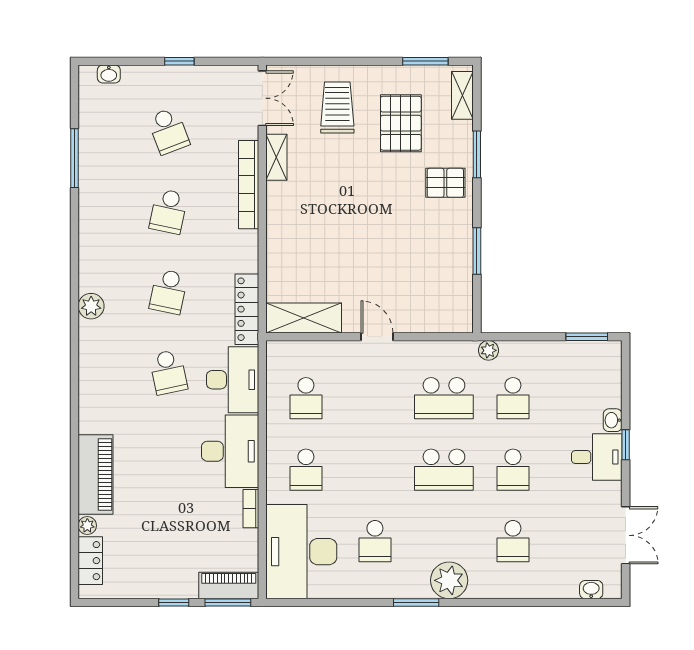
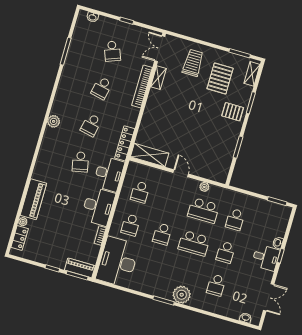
double door: (262, 98) -> (160, 49), swing flipped
plant: (488, 350) -> (204, 187), moved
school desk: (375, 541) -> (162, 234), moved

